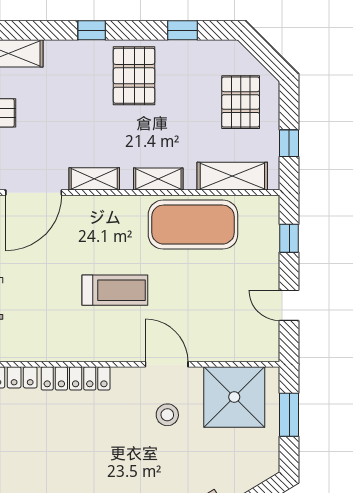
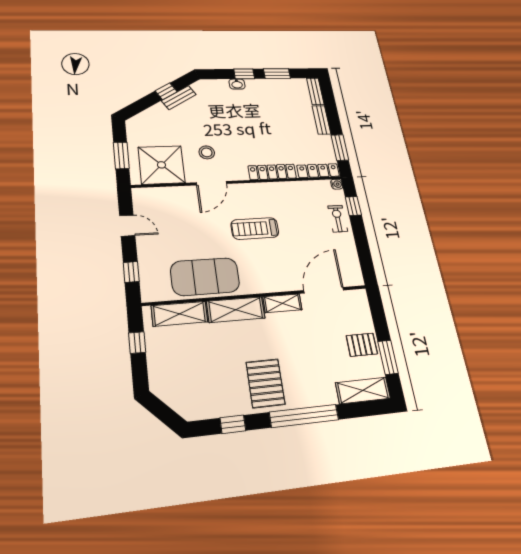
window: (92, 30) -> (304, 416), width x3.17
pallet: (241, 102) -> (179, 371), removed
shelving: (158, 179) -> (236, 310), width x1.50, depth x1.33
door: (167, 364) -> (212, 183), hinge flipped

